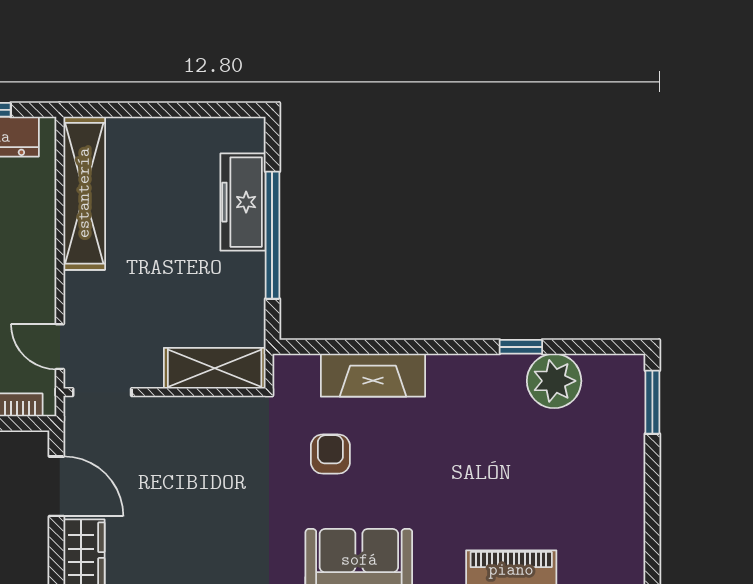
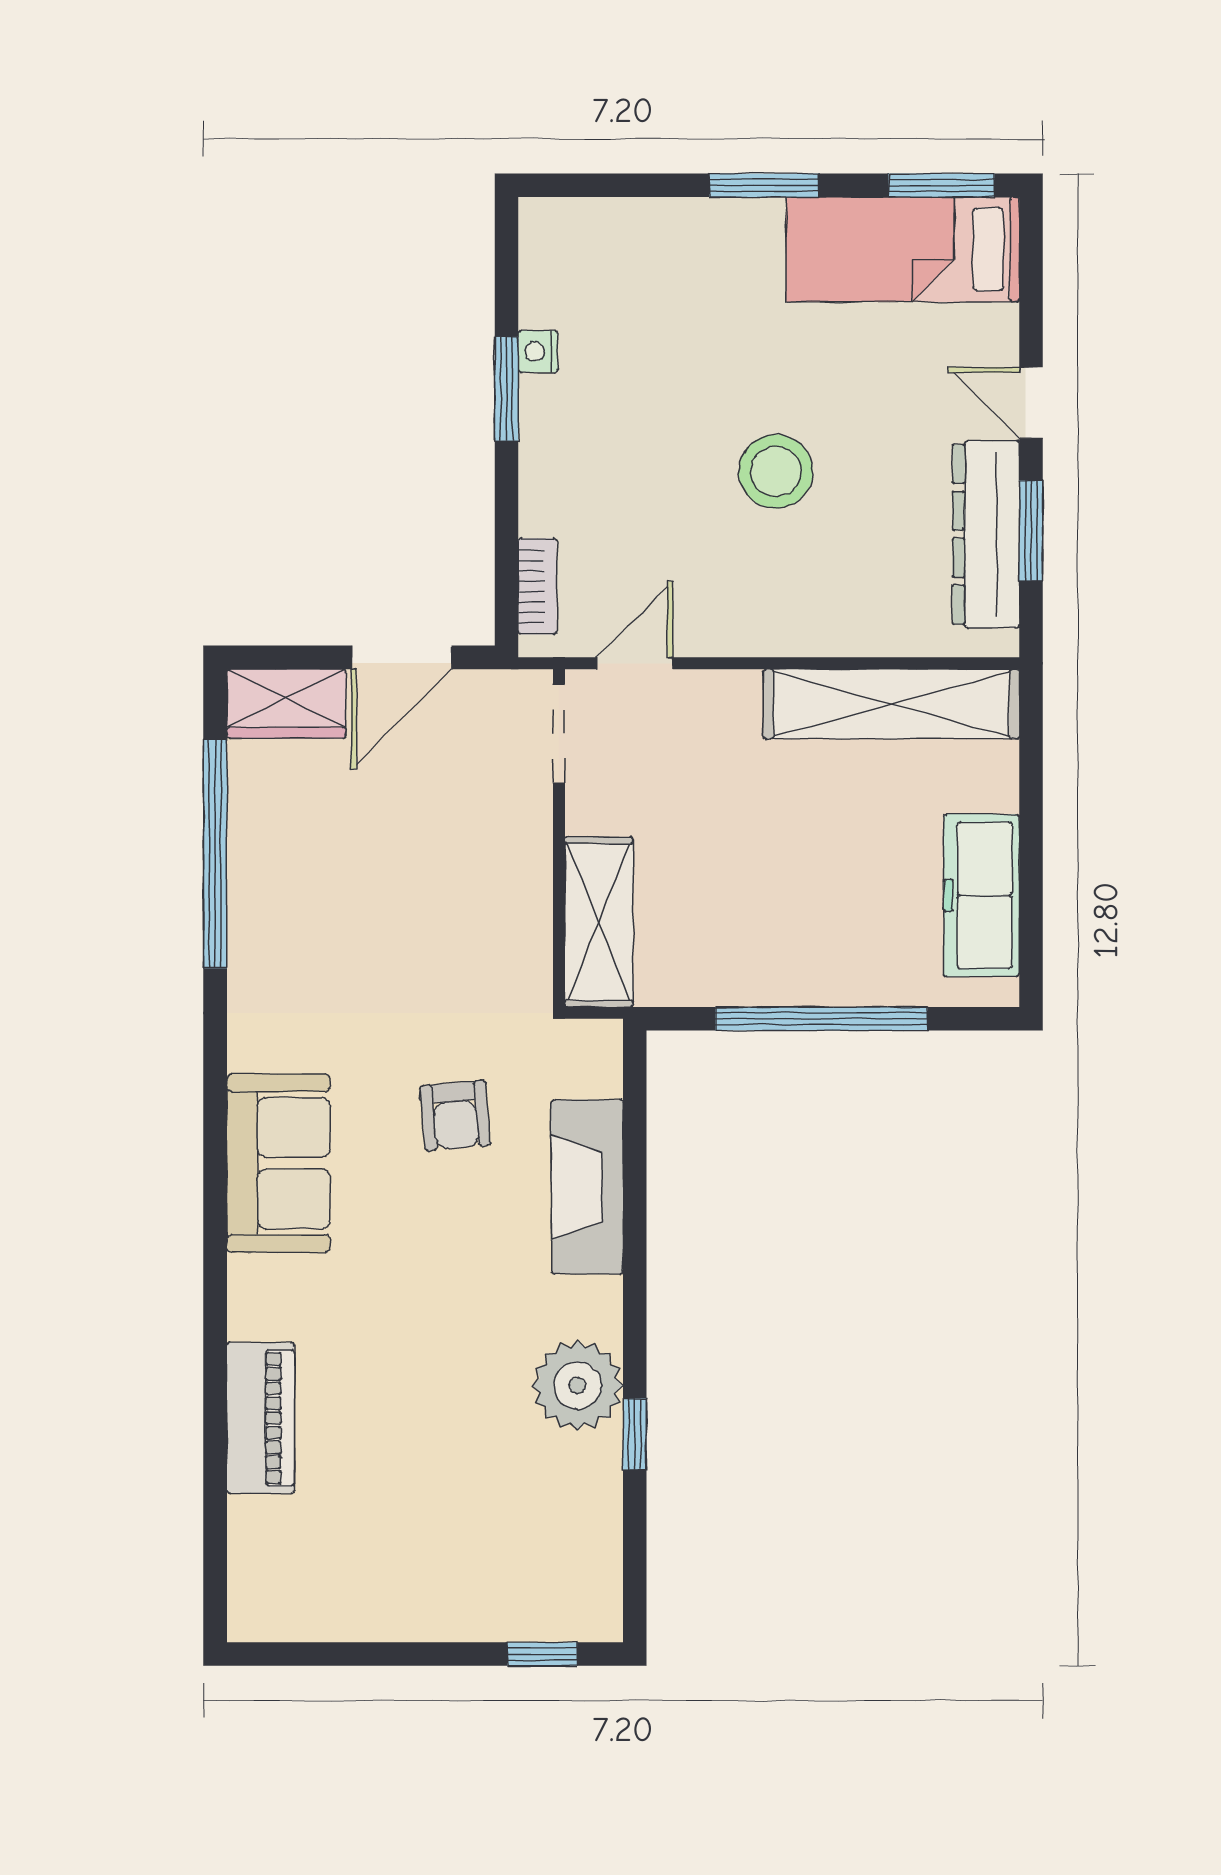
freezer: (243, 202) -> (982, 895), moved, turned -90
plant: (554, 381) -> (578, 1385), moved
window: (652, 402) -> (542, 1654), width x0.67
armchair: (330, 454) -> (455, 1116), turned 85

